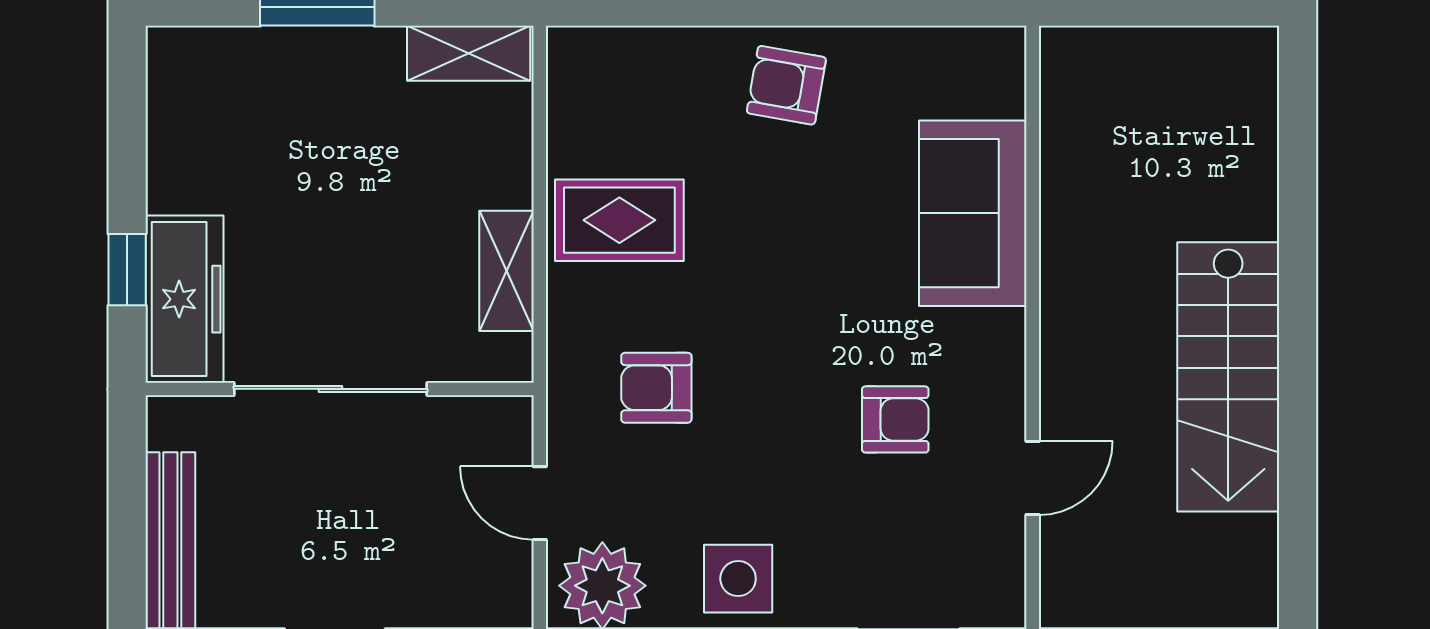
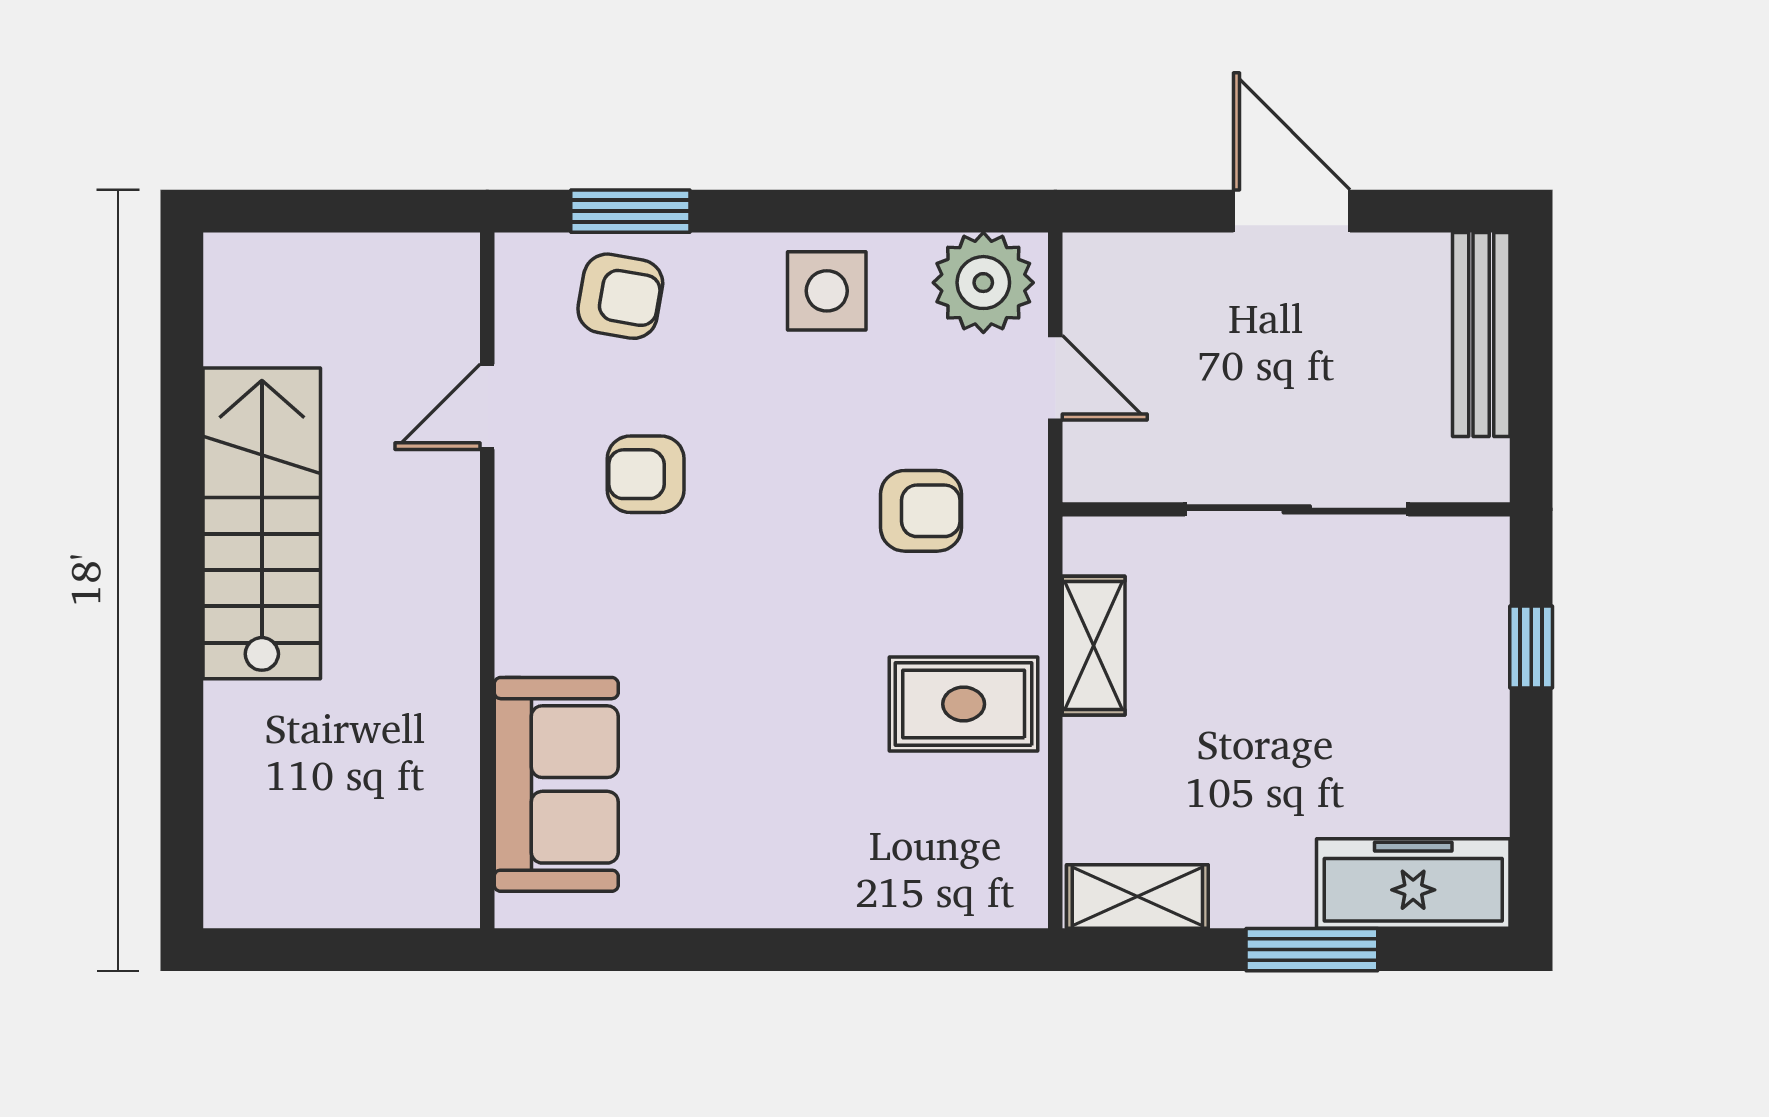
armchair: (786, 85) -> (620, 296), moved
sofa: (973, 213) -> (556, 784), moved
freezer: (184, 299) -> (1413, 883), moved, turned 90

